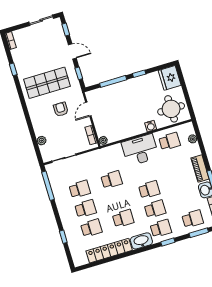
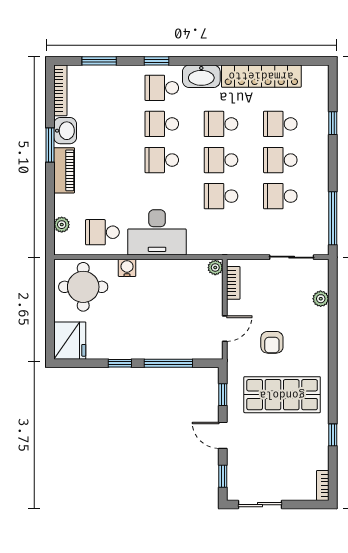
school desk: (193, 219) -> (221, 160), moved

